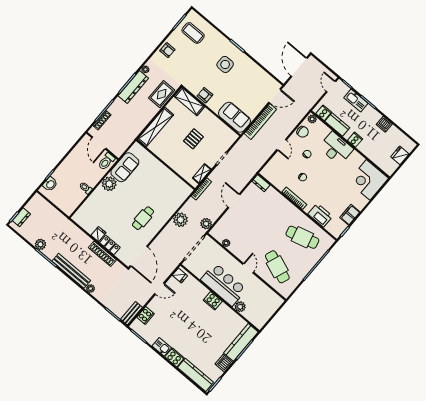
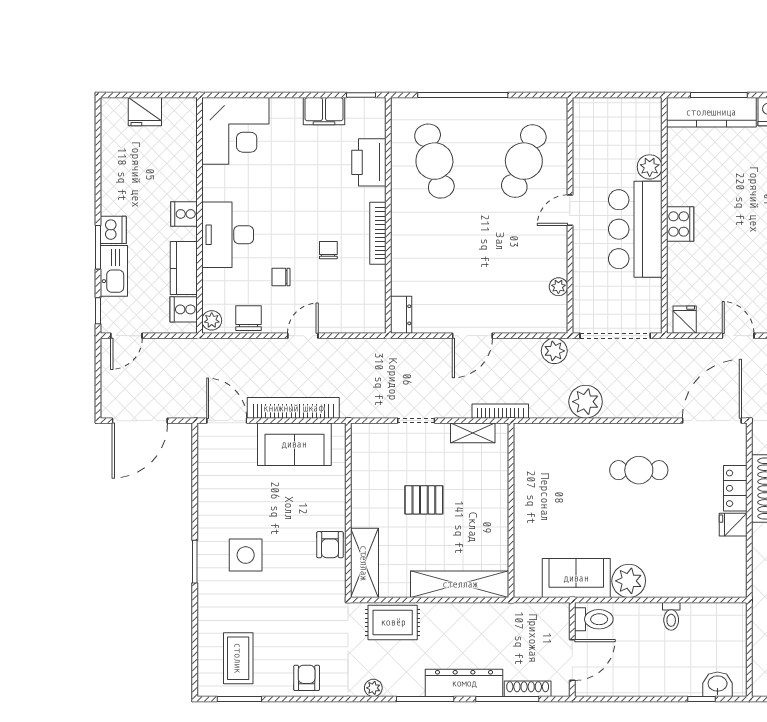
dresser: (133, 87) -> (464, 683), moved
sofa: (234, 117) -> (294, 444), moved, turned -90
dishwasher: (384, 124) -> (113, 230), moved

